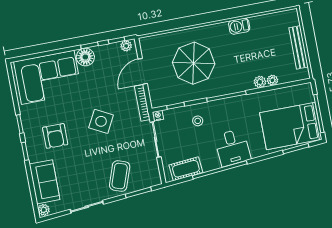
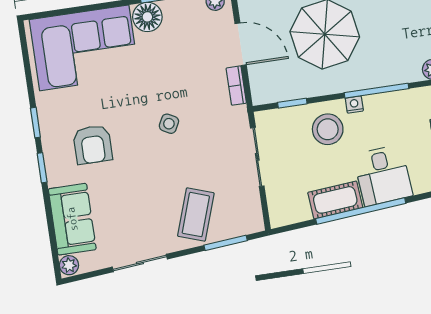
door: (143, 71) -> (241, 44), swing flipped
bookcase: (142, 103) -> (236, 86), width x0.64
nightstand: (158, 116) -> (354, 105), moved
side table: (101, 121) -> (169, 124), width x0.54, depth x0.54
stool: (198, 121) -> (328, 129), width x1.89, depth x1.89
cot: (186, 169) -> (335, 200), moved

